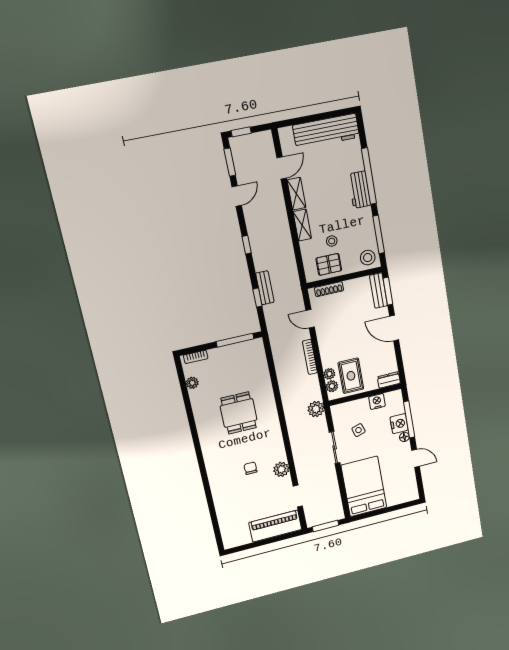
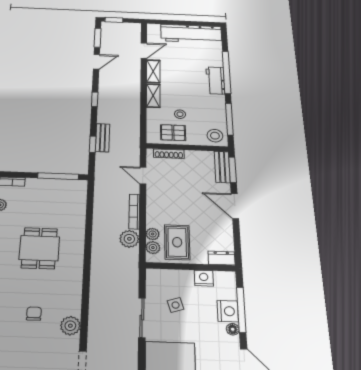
plant: (316, 409) -> (129, 239), moved

